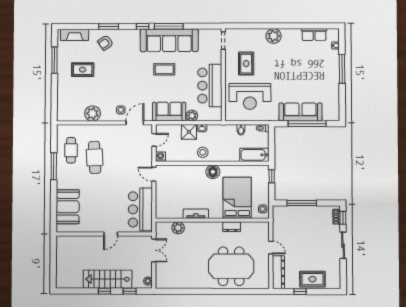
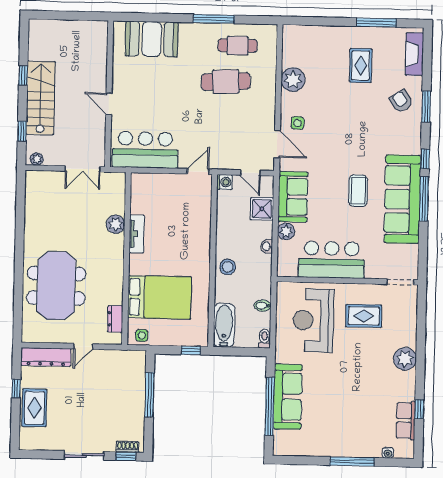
window: (306, 26) -> (419, 409), added
shower: (189, 132) -> (262, 209), moved
stool: (203, 152) -> (228, 267), moved
floor lamp: (213, 172) -> (200, 261), removed
dresser: (232, 227) -> (115, 319), moved
plant: (178, 228) -> (116, 224), moved
window: (105, 291) -> (23, 75), moved

